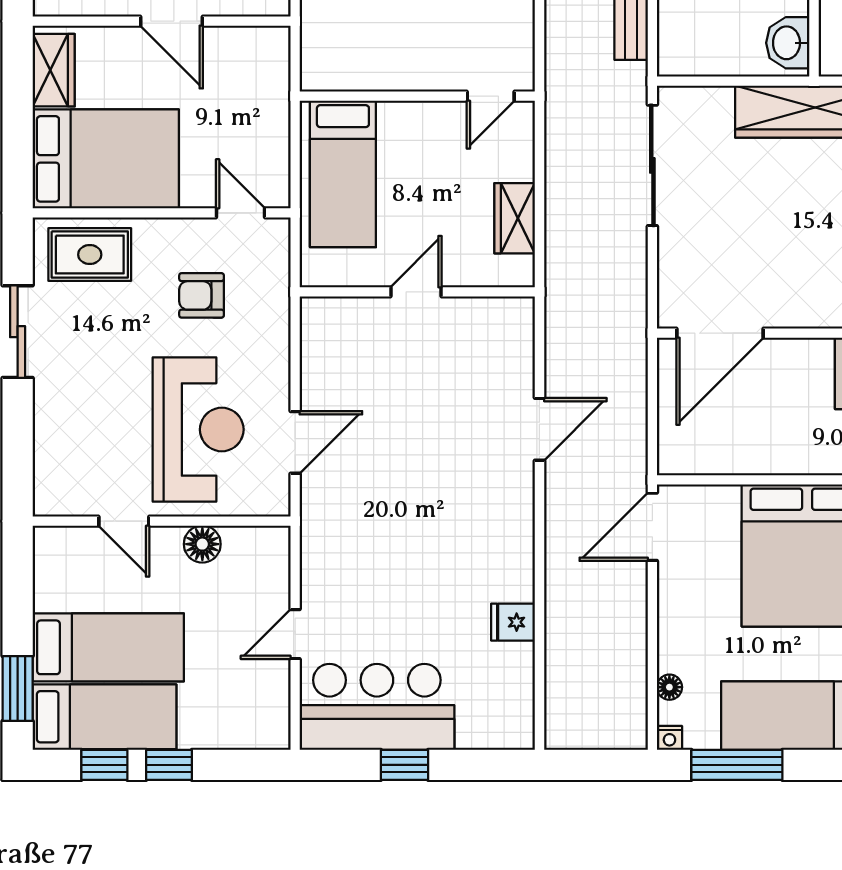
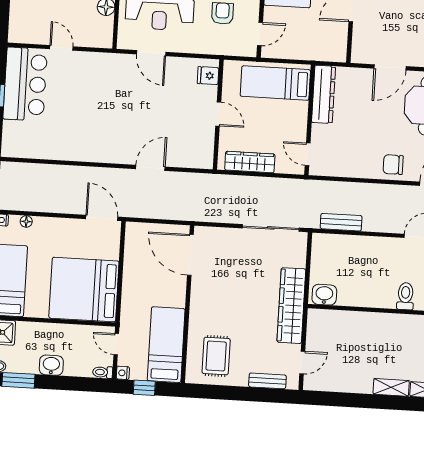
dresser: (361, 70) -> (324, 94), added
wardrobe: (515, 218) -> (250, 162), width x1.50
door: (539, 429) -> (150, 168), swing flipped
fridge: (513, 622) -> (208, 76), moved, turned -90

